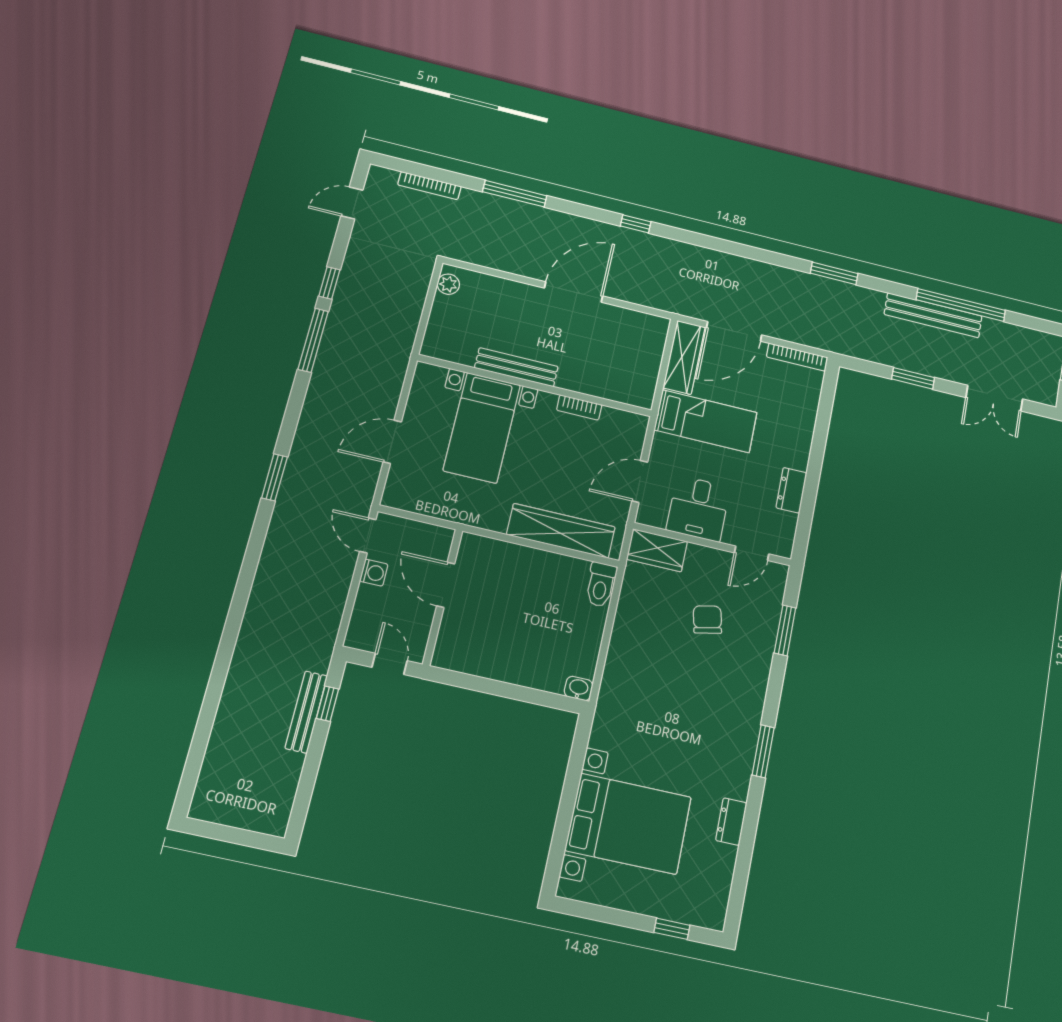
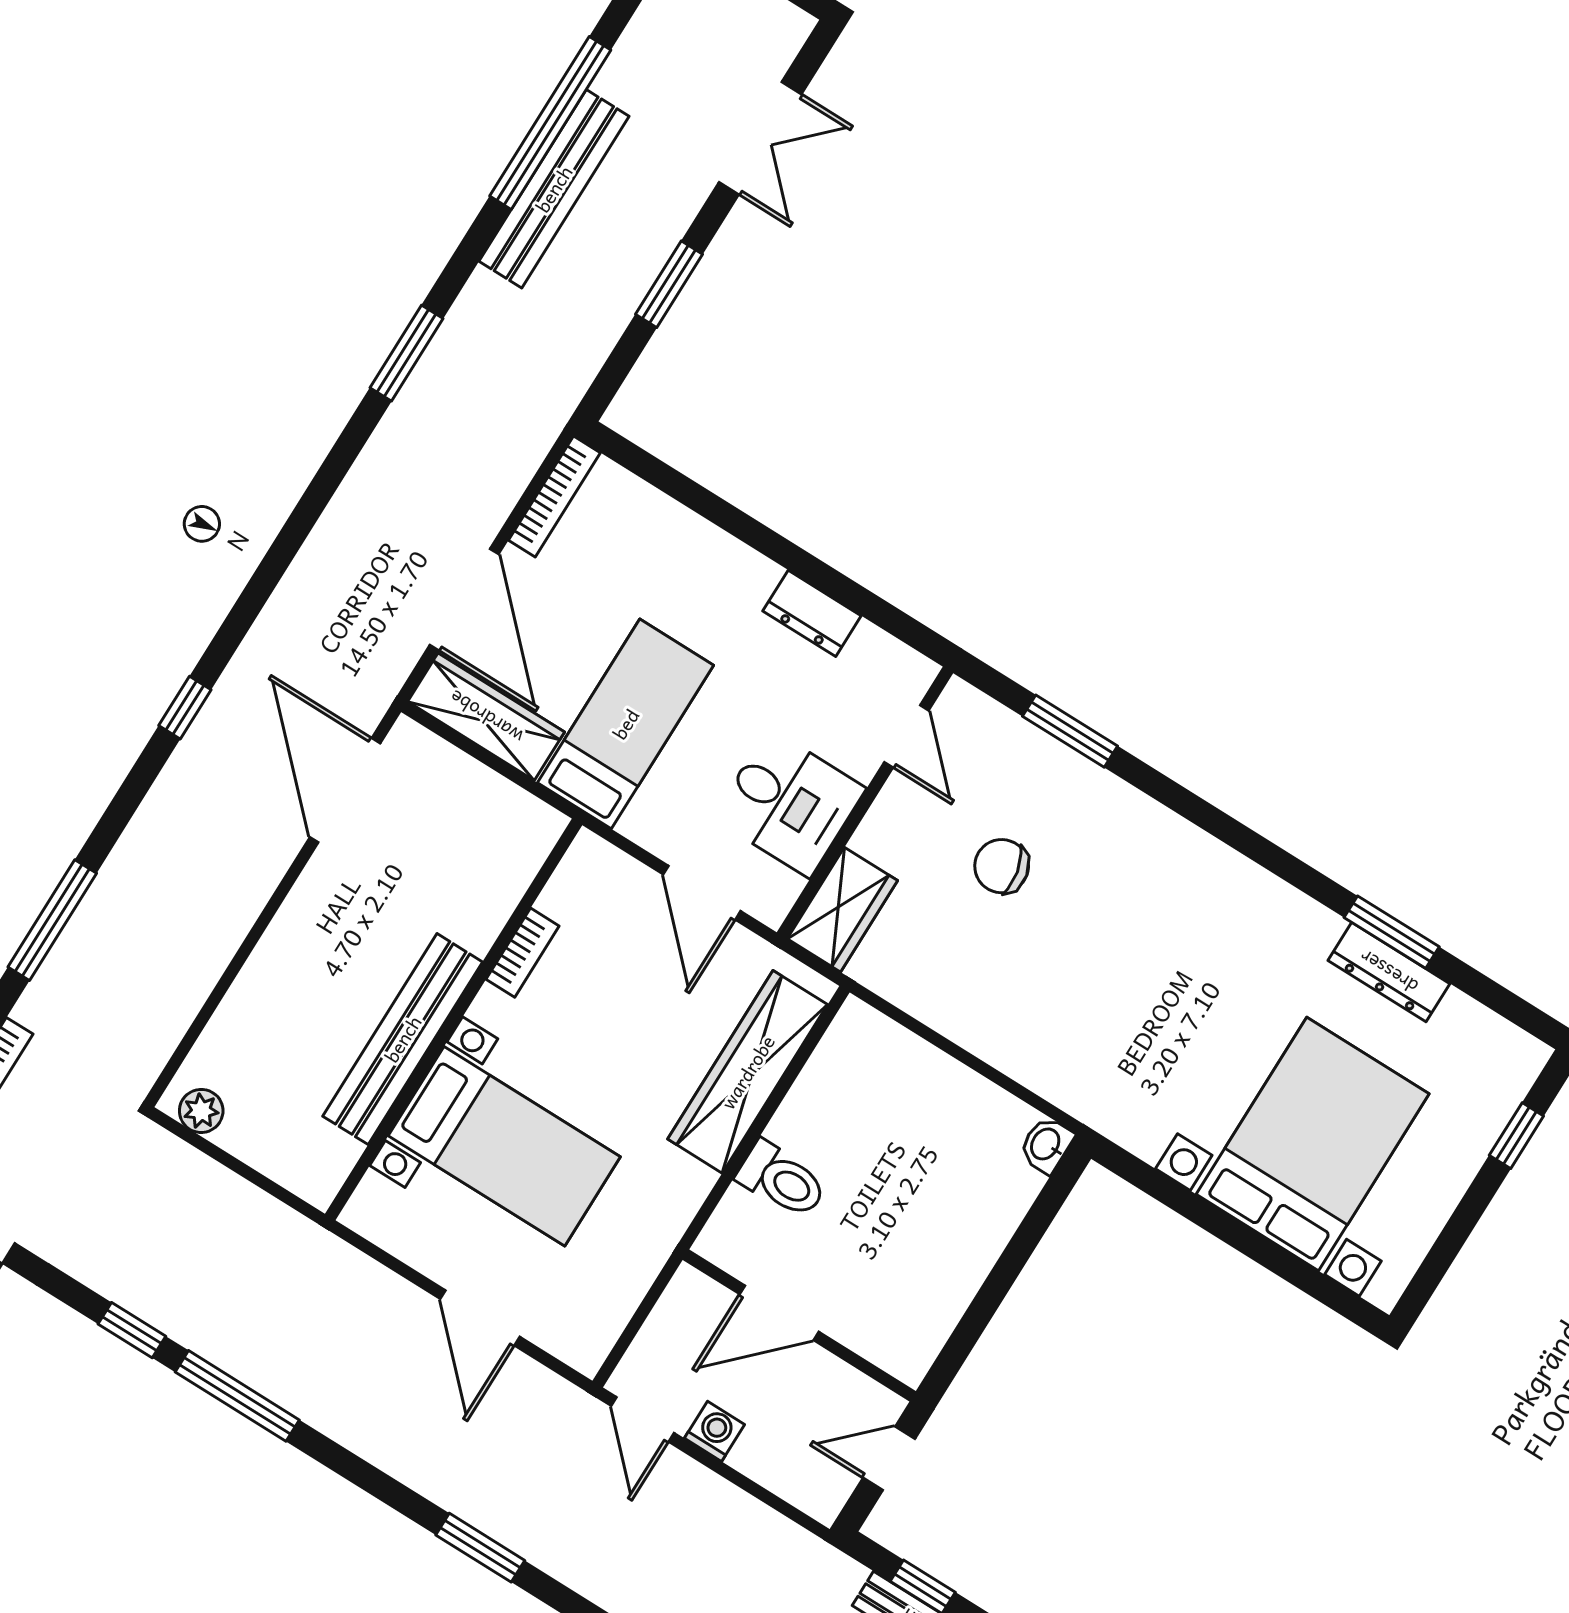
door: (574, 292) -> (345, 790), moved
bench: (516, 367) -> (403, 1039), width x1.37, depth x1.21
door: (368, 535) -> (642, 1419), hinge flipped
toilet: (601, 585) -> (782, 1180), moved
window: (763, 751) -> (1392, 932), moved
dresser: (731, 822) -> (1389, 972), width x1.44

